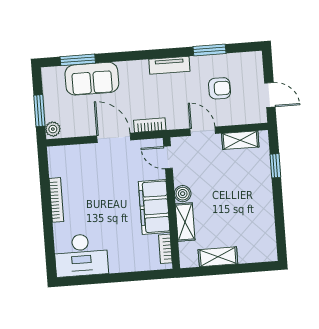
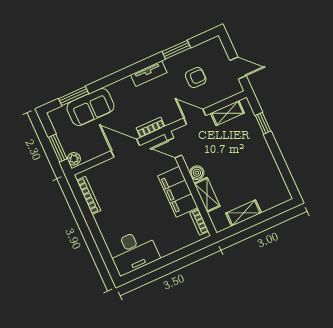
bookcase: (56, 200) -> (89, 195), moved

